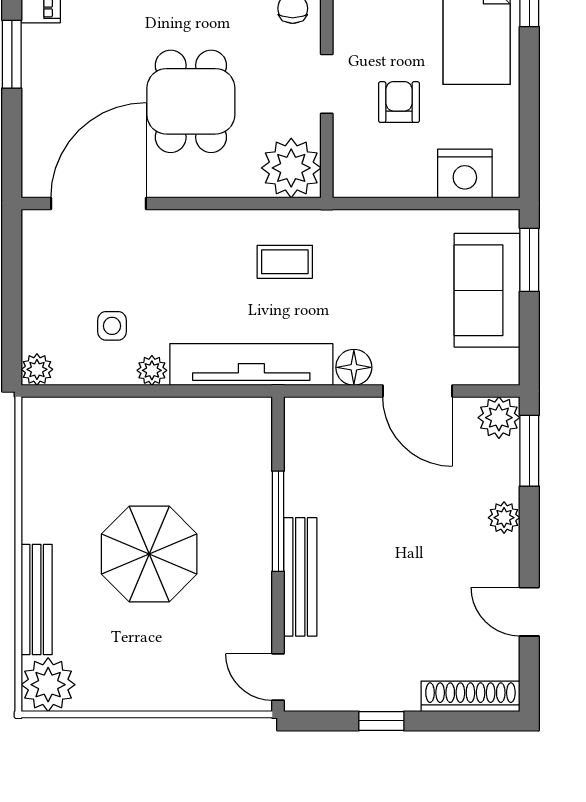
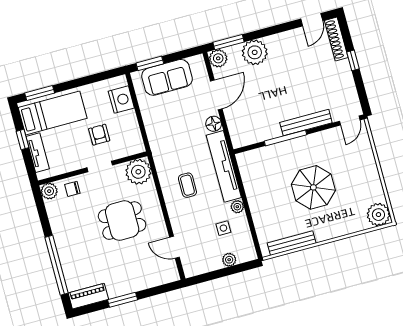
armchair: (399, 102) -> (99, 135), turned 90
door: (98, 203) -> (174, 247), width x0.53
coffee table: (285, 262) -> (187, 185), moved
plant: (37, 369) -> (229, 260), moved
plant: (504, 518) -> (255, 52), width x1.87, depth x1.87
bench: (37, 599) -> (292, 243), moved
door: (529, 612) -> (312, 20), moved
window: (381, 721) -> (353, 60), moved

